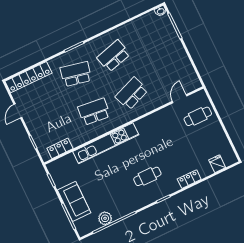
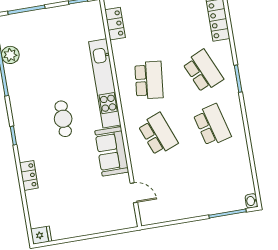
school desk: (76, 74) -> (203, 71), turned -36
cafe table: (198, 116) -> (105, 209), removed
fridge: (217, 164) -> (41, 235), moved
cafe table: (147, 176) -> (63, 119), moved
sofa: (74, 201) -> (112, 151), moved, turned 90

